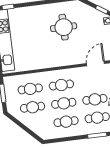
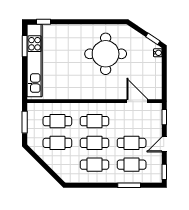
round table: (64, 27) -> (106, 54), width x1.36, depth x1.36
door: (95, 64) -> (137, 101), hinge flipped

